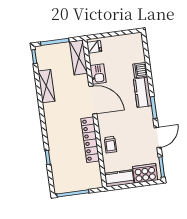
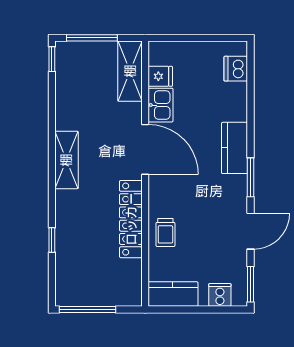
fridge: (94, 47) -> (160, 76), moved
dishwasher: (140, 70) -> (236, 69), moved
shelving: (46, 86) -> (66, 160), moved
cooker: (145, 173) -> (220, 295), width x0.53, depth x0.76

